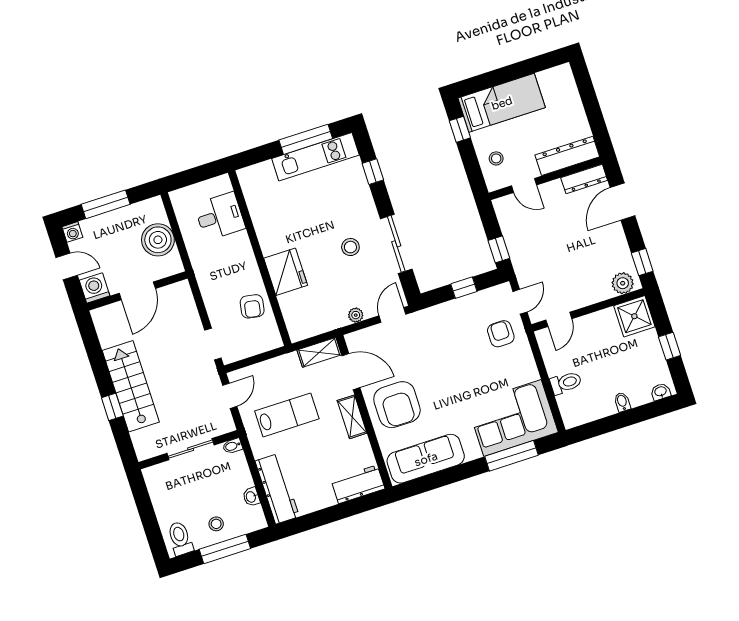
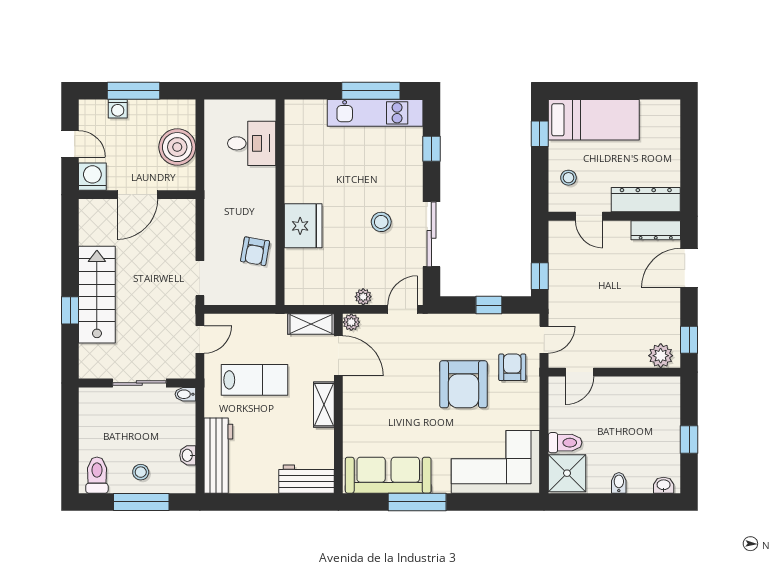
washing machine: (72, 232) -> (118, 109), moved
shower: (634, 316) -> (567, 473), moved
plant: (353, 340) -> (351, 322), added
armchair: (397, 405) -> (463, 384), moved
window: (511, 456) -> (417, 502), moved

